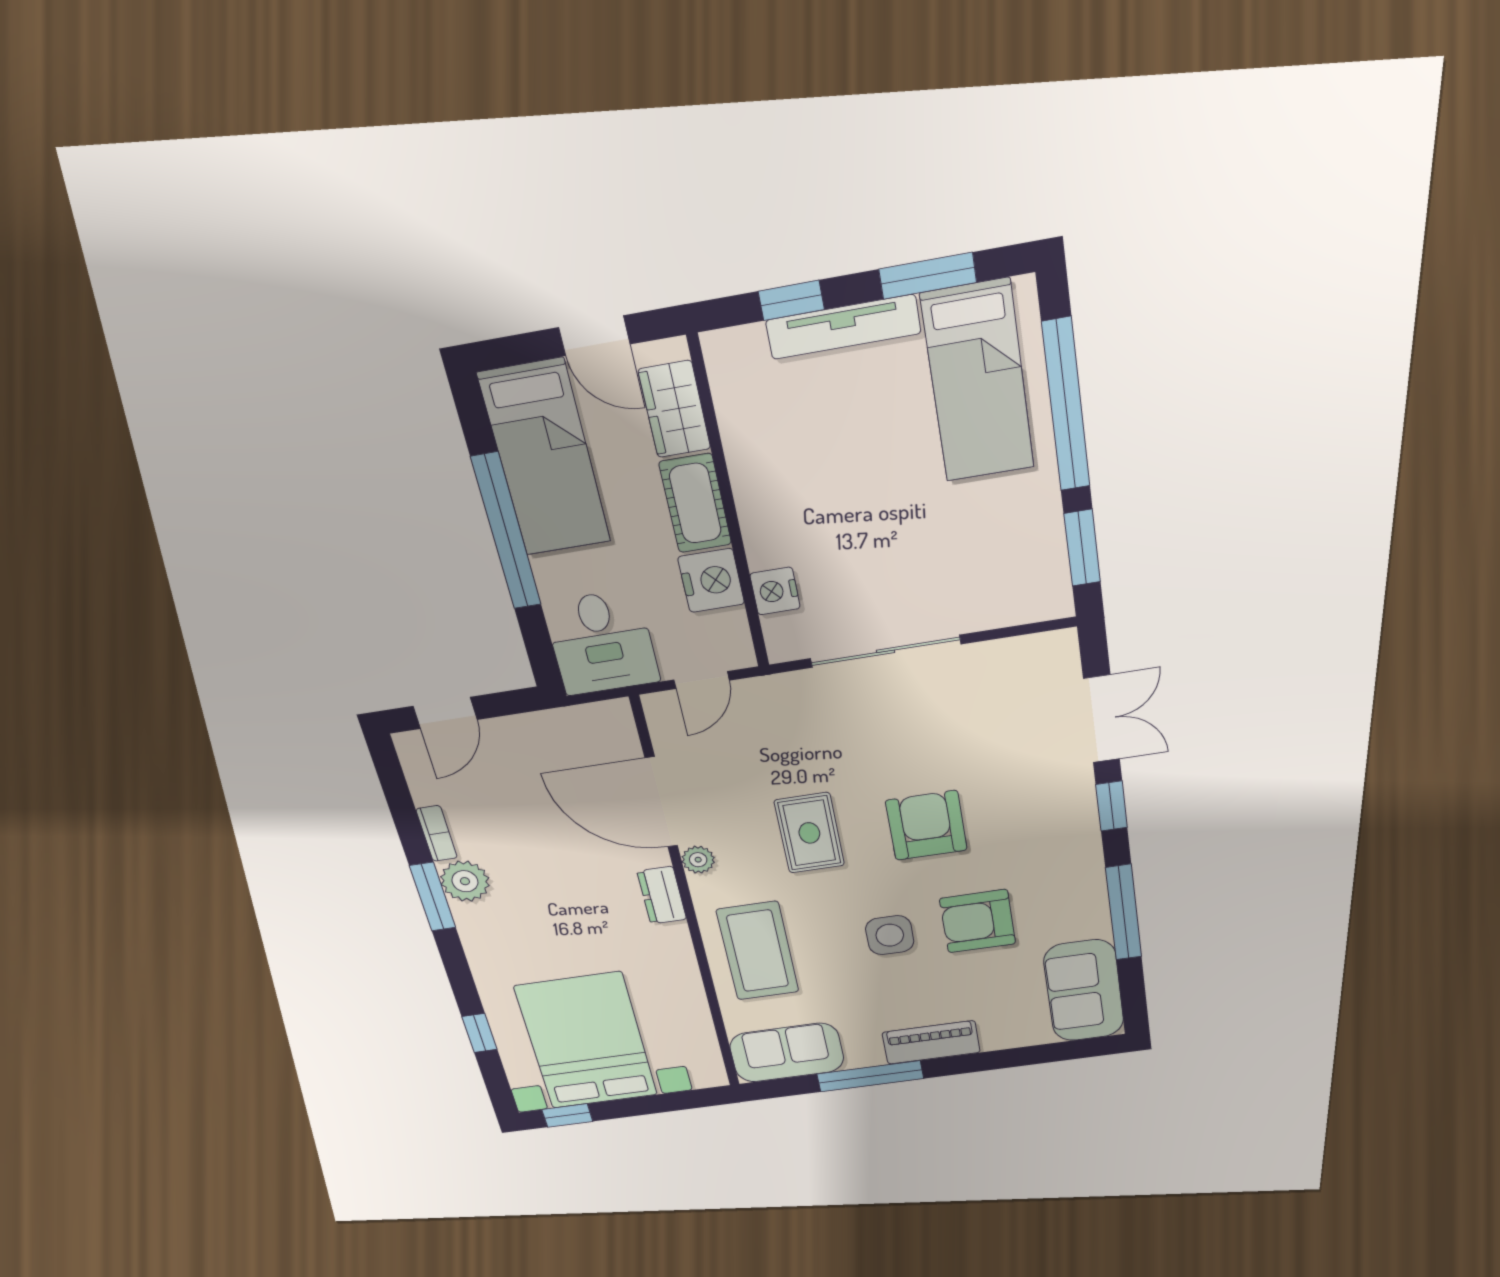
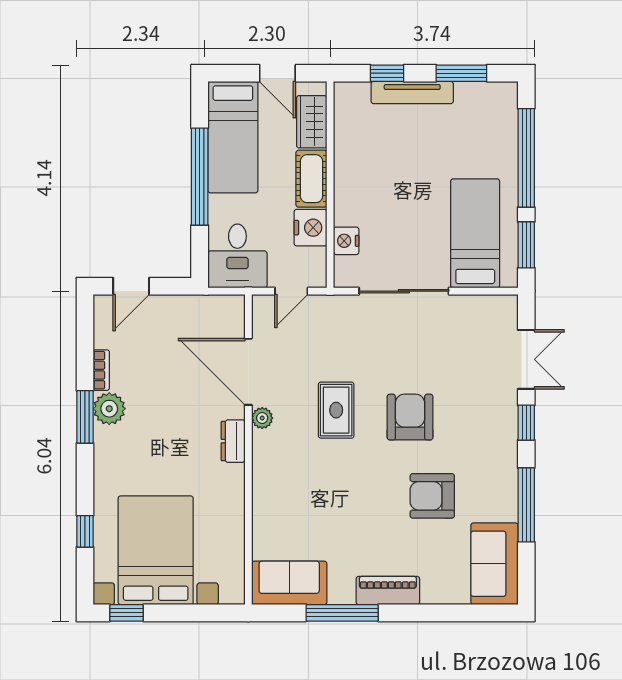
bed: (978, 382) -> (475, 233), moved, turned 180
side table: (890, 935) -> (374, 497), removed
coffee table: (758, 951) -> (286, 495), removed

